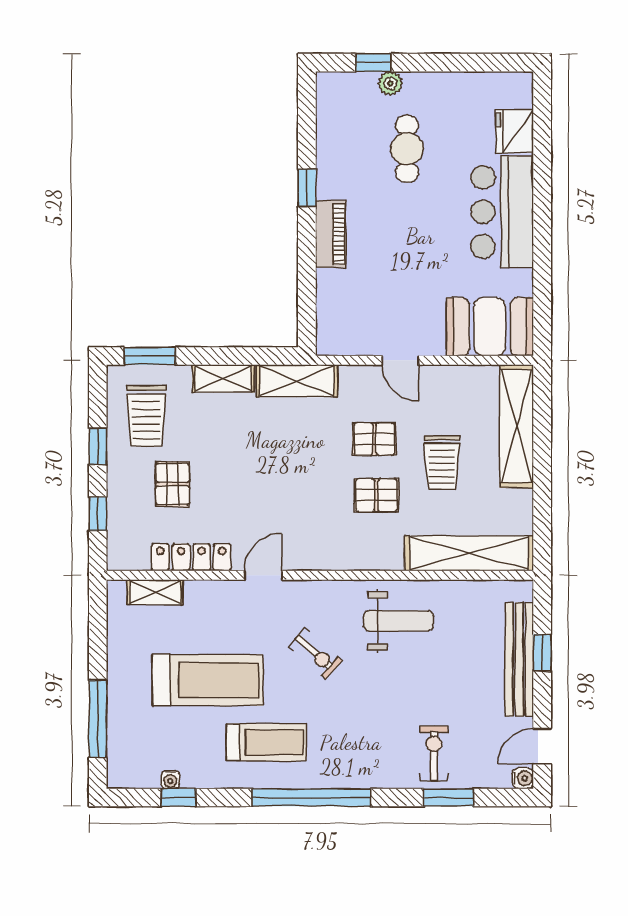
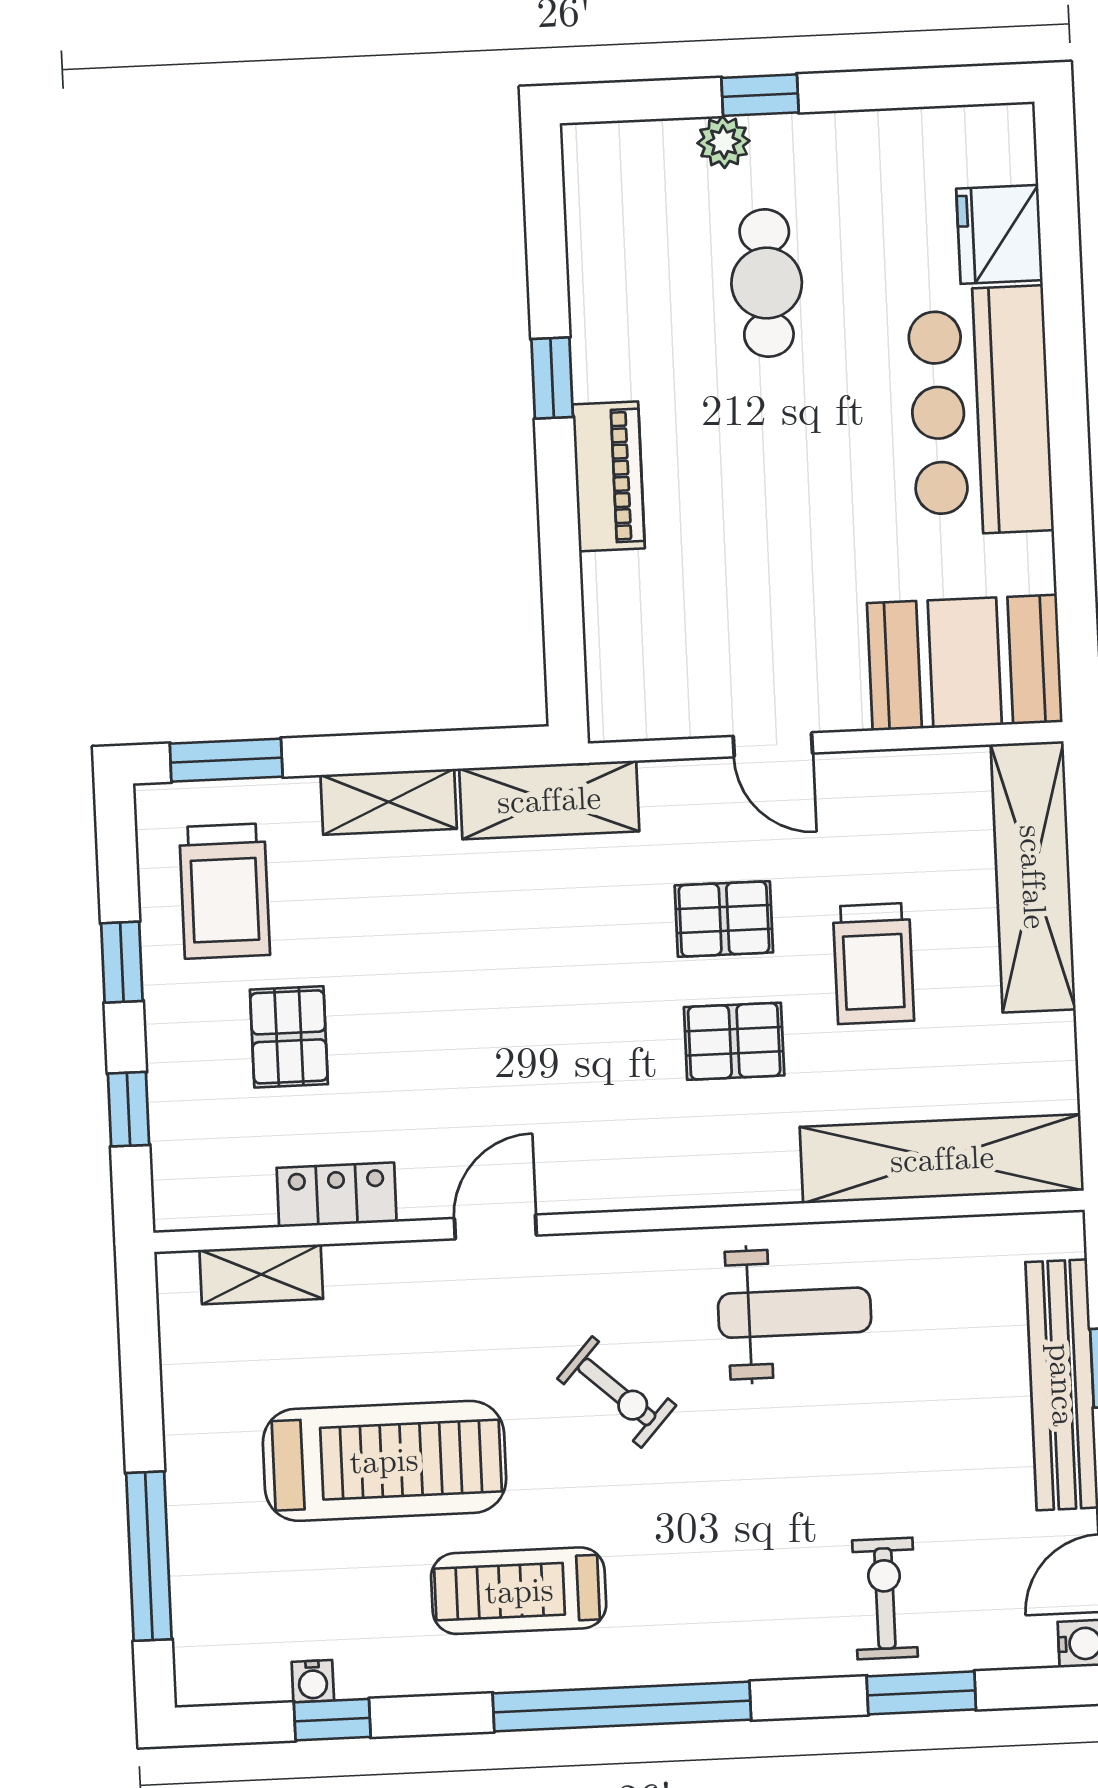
window: (373, 63) -> (760, 95), moved
locker: (191, 557) -> (337, 1195), width x0.66
treadmill: (266, 742) -> (519, 1591), turned 180

